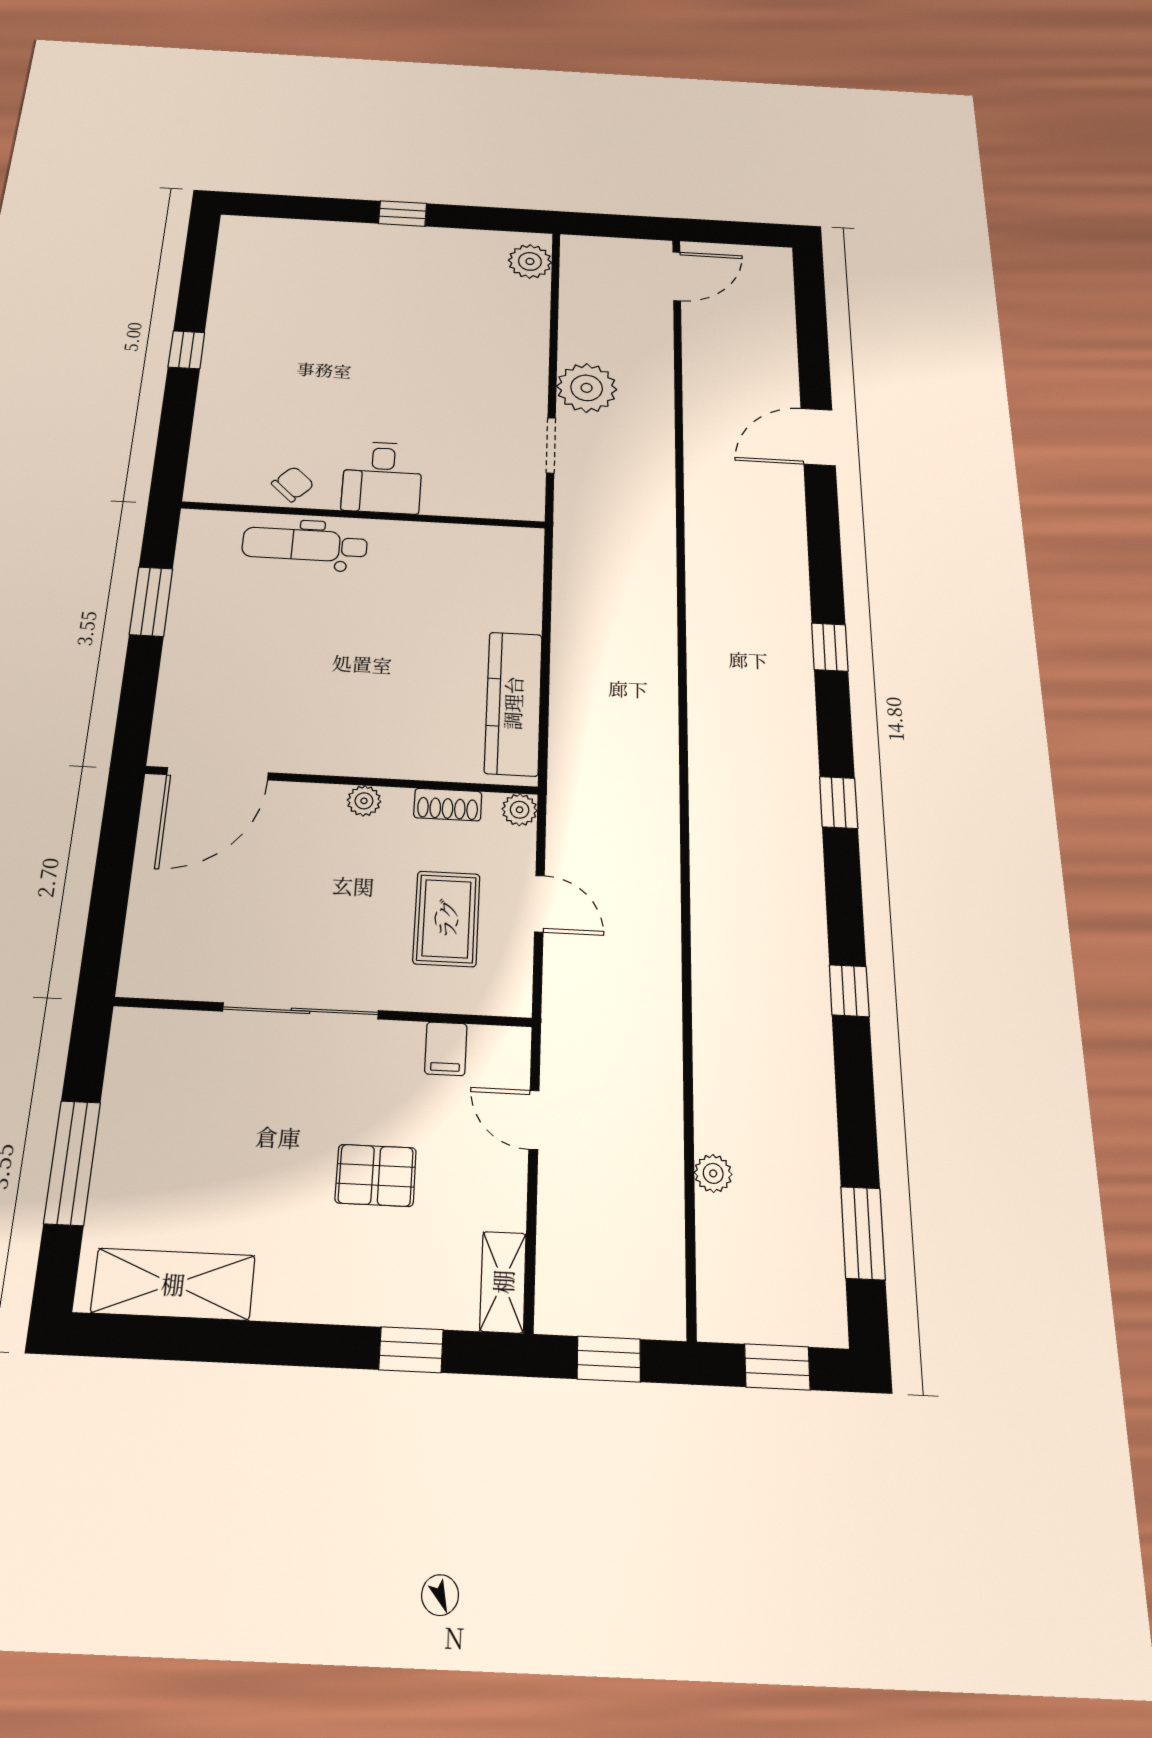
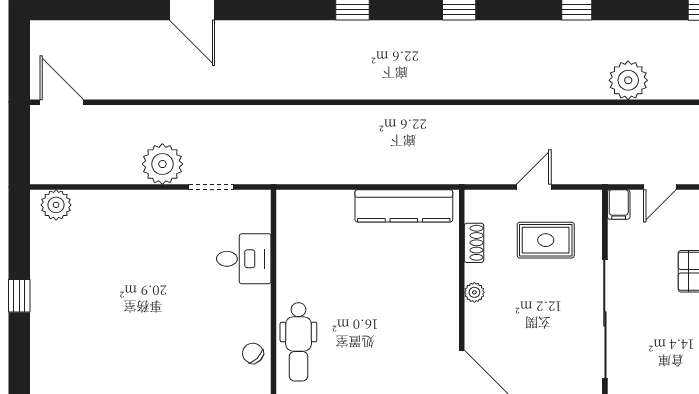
desk: (382, 477) -> (244, 259), moved
plant: (520, 810) -> (475, 200), removed
sliding door: (301, 1011) -> (605, 319), width x1.36
filing cabinet: (446, 1049) -> (619, 205), moved, turned 90
plant: (713, 1173) -> (628, 80), moved, width x1.88, depth x1.88

